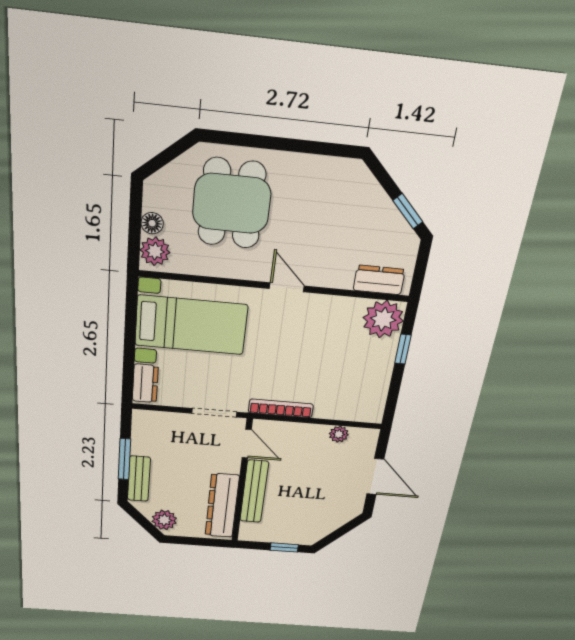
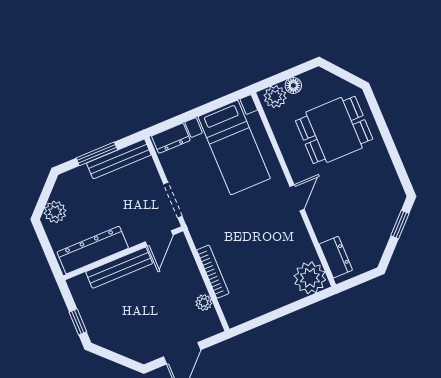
window: (408, 211) -> (400, 225), moved
window: (403, 349) -> (296, 306), removed
bookcase: (281, 408) -> (213, 272), moved
bench: (139, 479) -> (119, 159), moved, width x1.36

